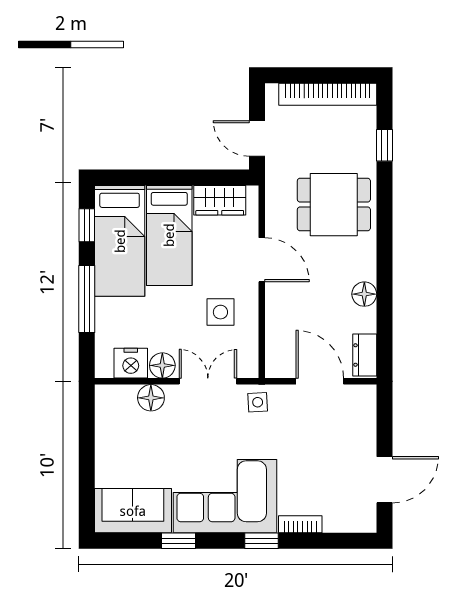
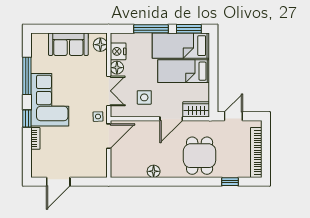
wardrobe: (220, 200) -> (196, 109), moved, turned 90
window: (87, 225) -> (189, 29), width x1.50
dresser: (365, 355) -> (122, 172), removed
door: (320, 381) -> (109, 136), moved
floor lamp: (151, 398) -> (100, 45), moved
door: (384, 480) -> (58, 182), hinge flipped
sofa: (133, 511) -> (68, 44), moved, turned 90
window: (179, 541) -> (27, 76), width x2.17

